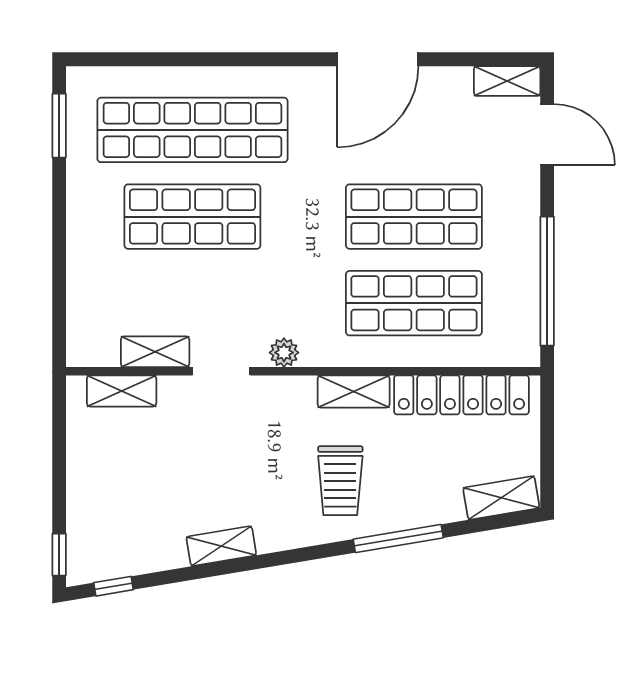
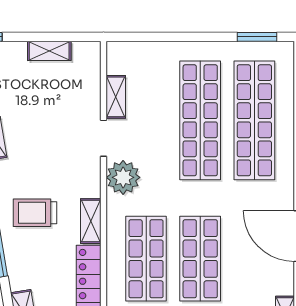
shop shelf: (192, 217) -> (200, 120), width x1.40
plant: (284, 353) -> (123, 177), width x1.88, depth x1.88
shelving: (122, 391) -> (49, 51), moved, turned 90

